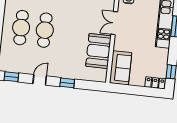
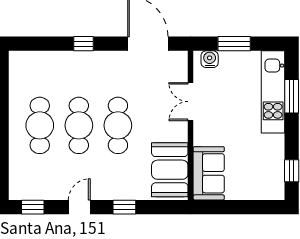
cafe table: (69, 33) -> (118, 125), added
booth: (98, 51) -> (170, 170), moved
locker: (155, 83) -> (268, 192), removed

